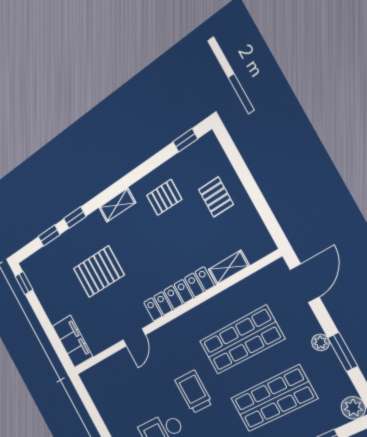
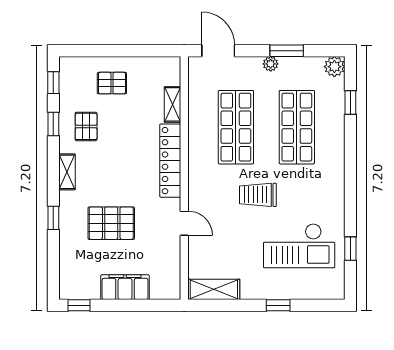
window: (49, 236) -> (53, 124), moved
pallet: (99, 272) -> (111, 223), turned 90
filing cabinet: (72, 341) -> (125, 287), moved
shelving: (98, 392) -> (214, 289), added

